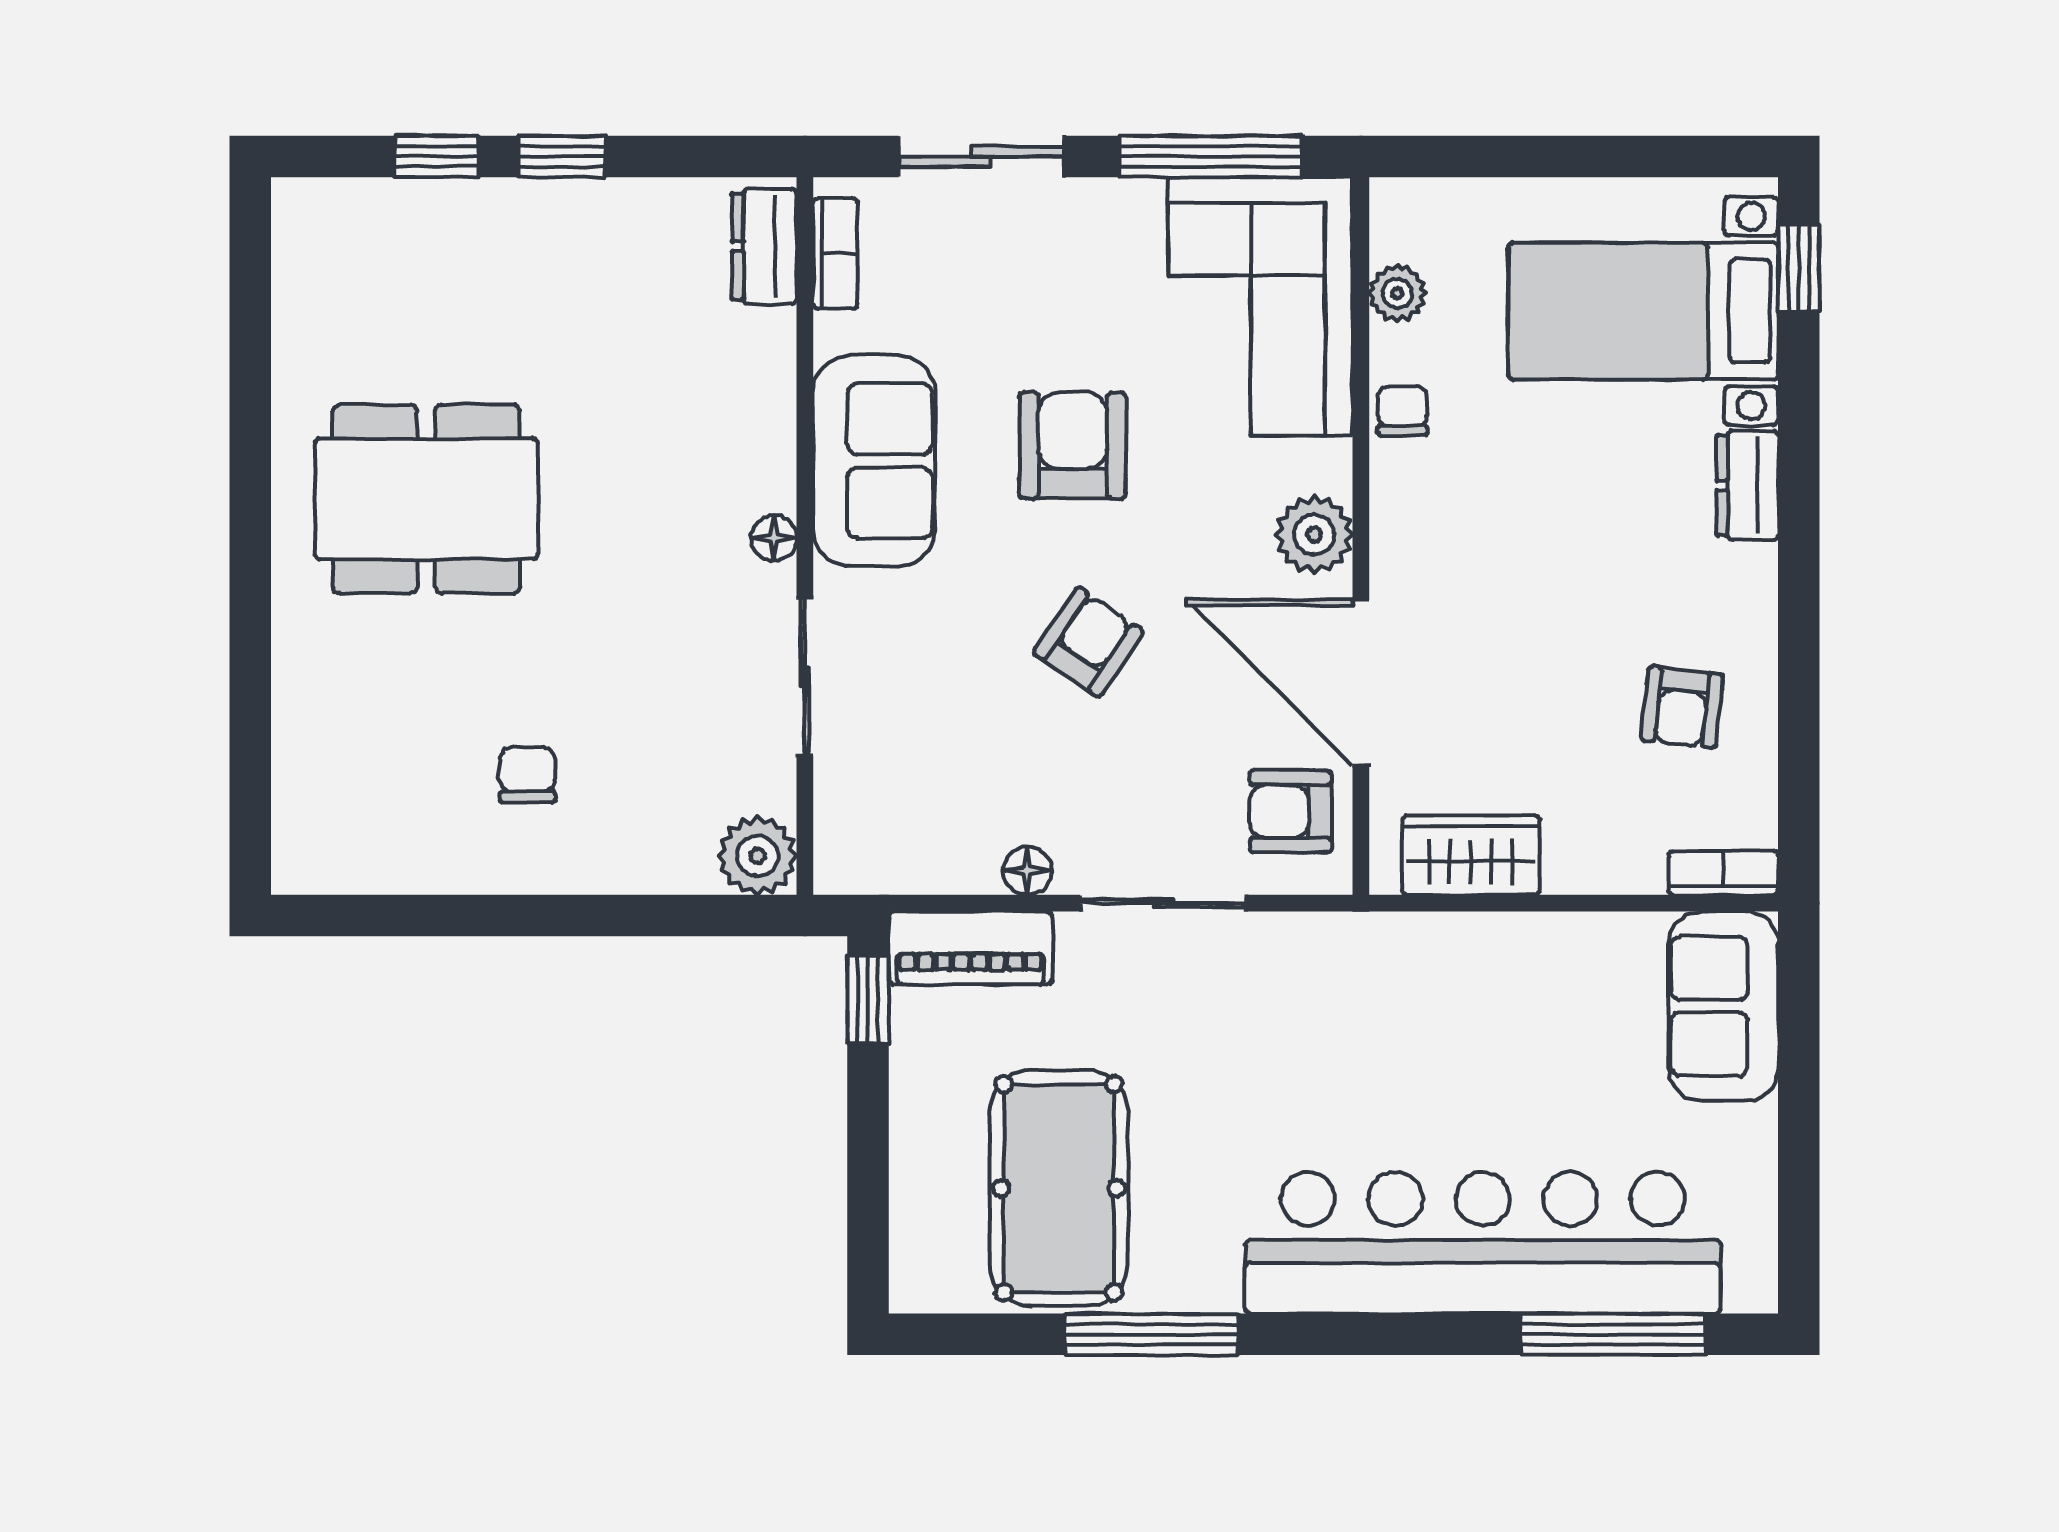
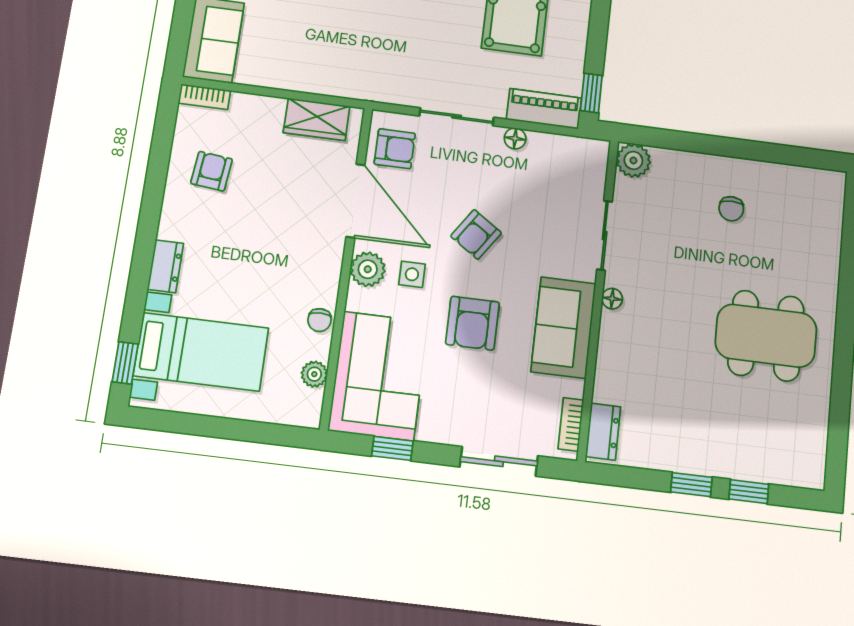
window: (1211, 156) -> (392, 448), width x0.46
side table: (1217, 536) -> (412, 274), added

